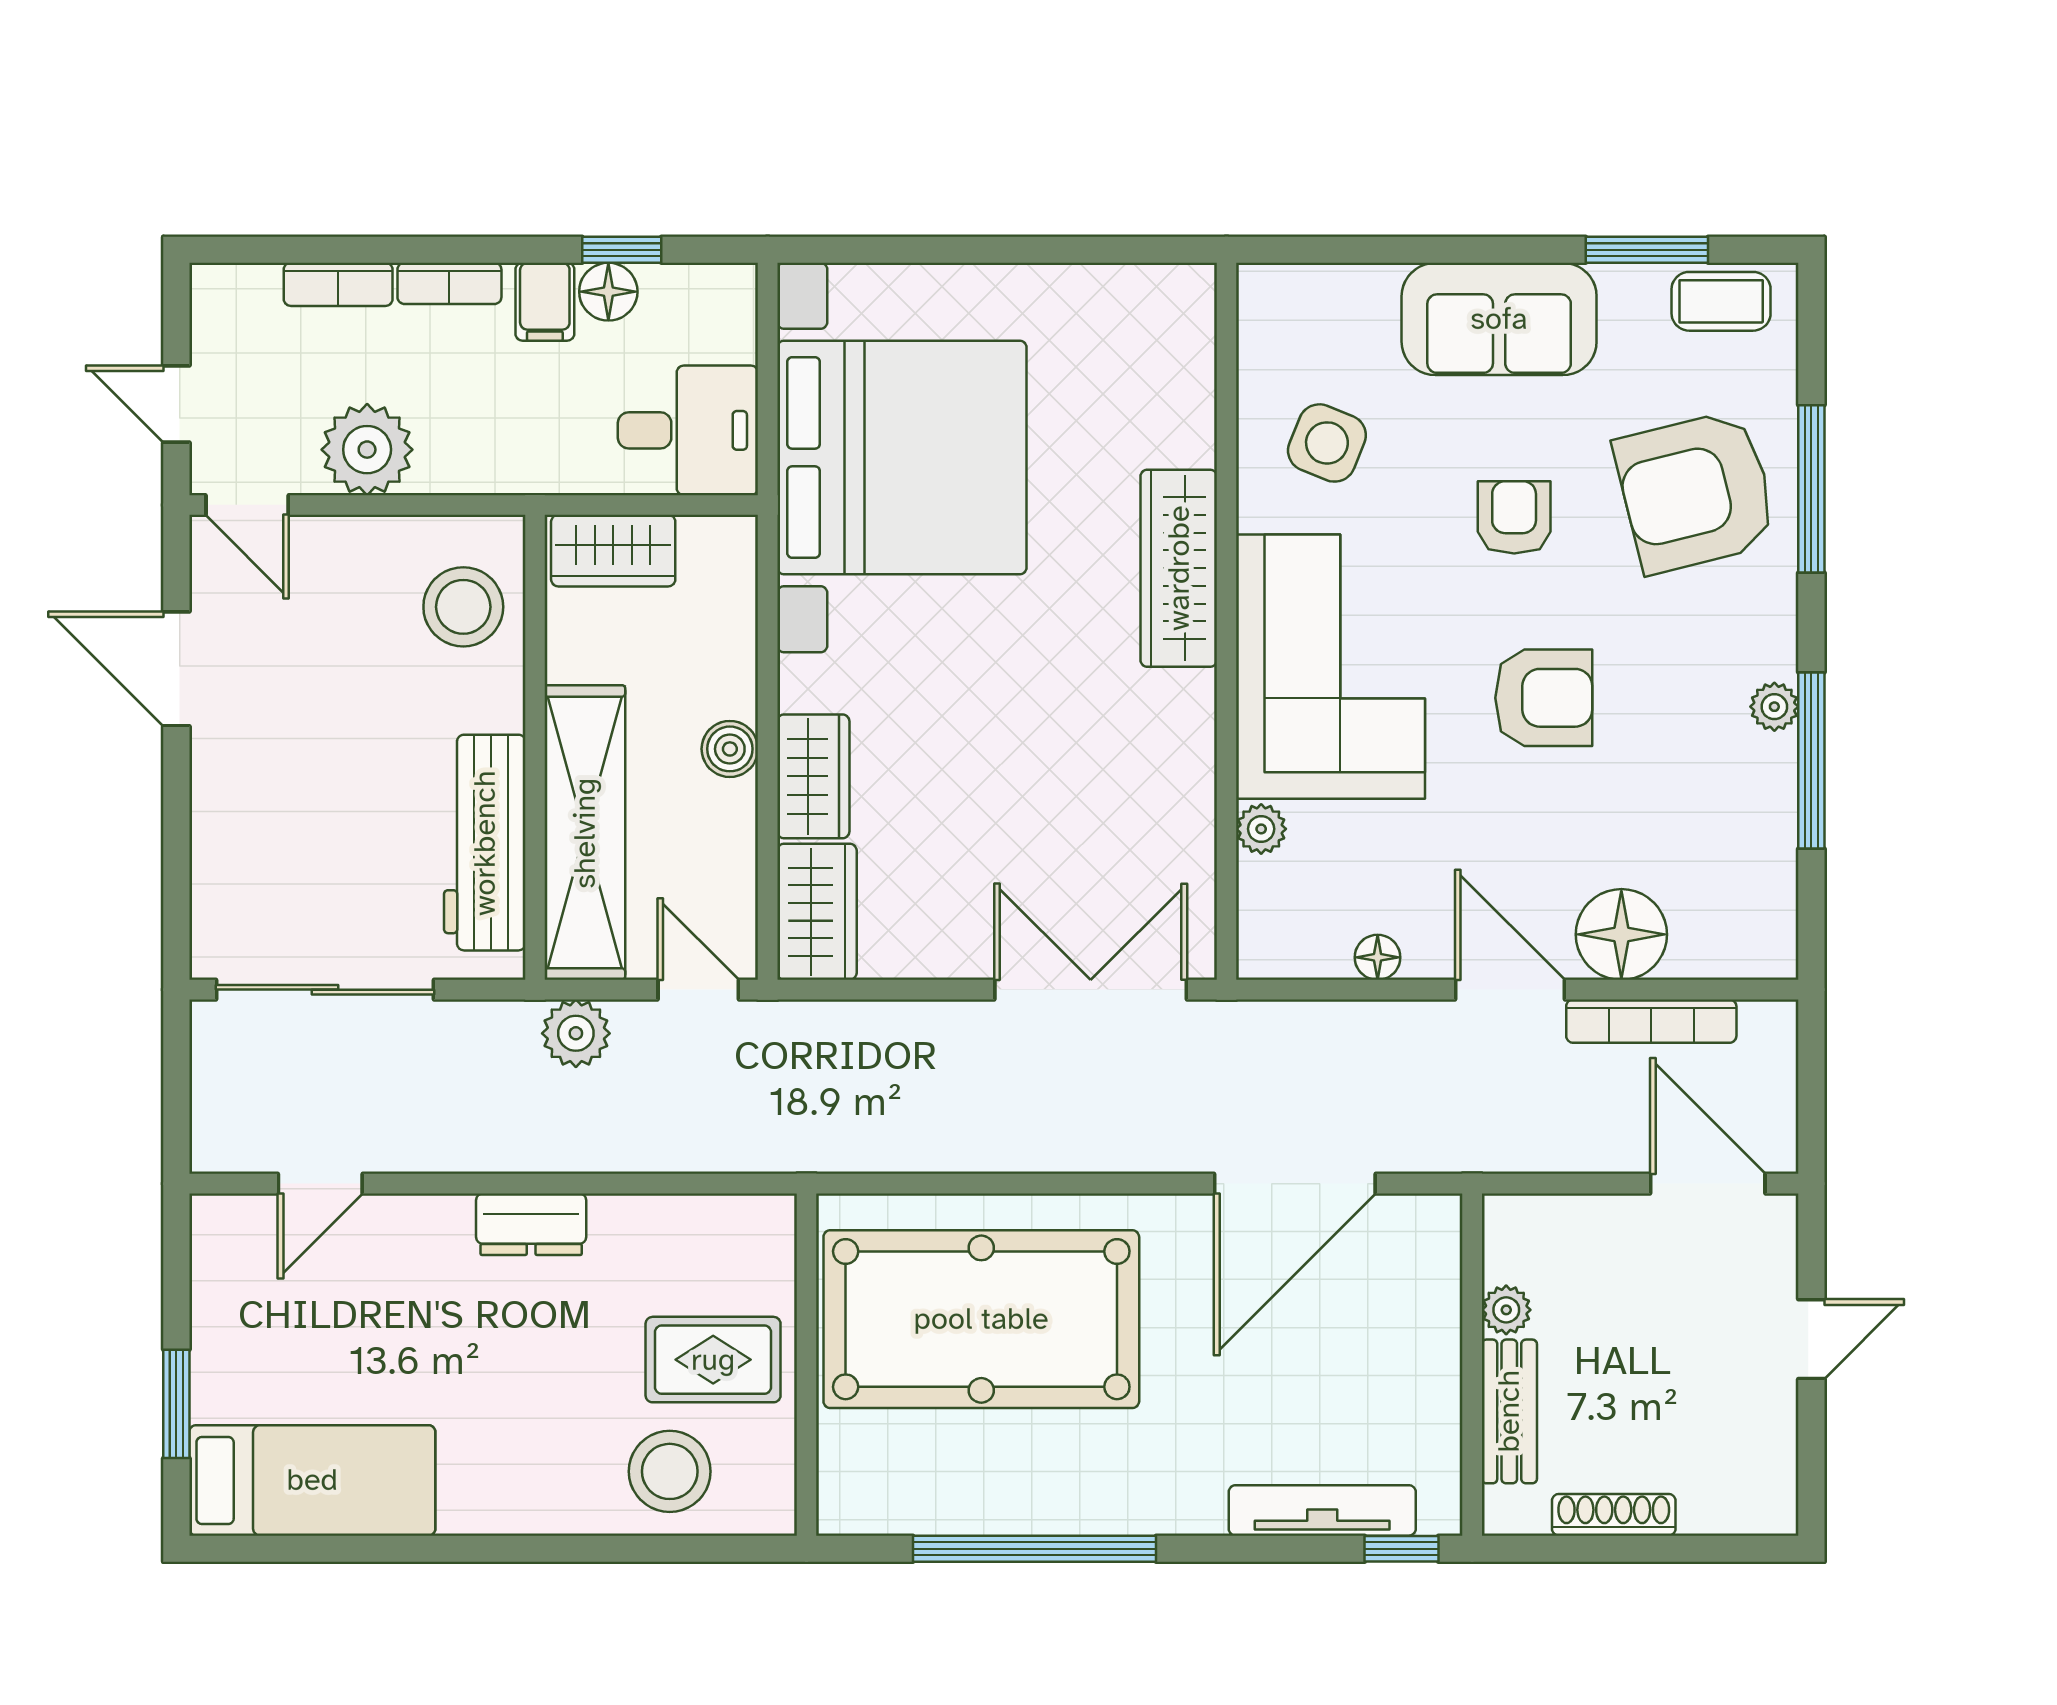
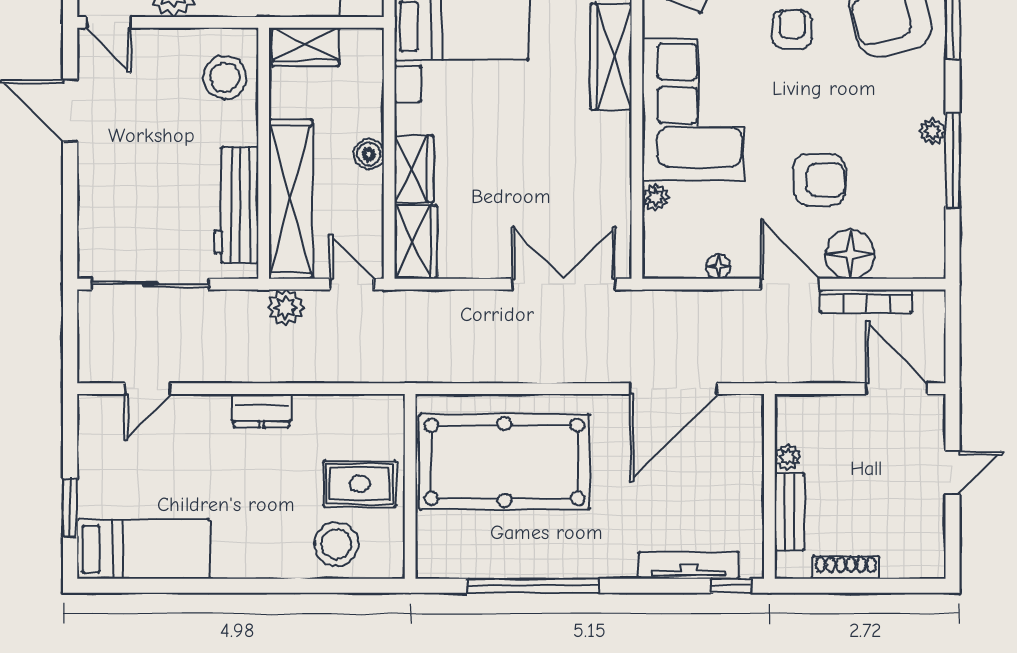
armchair: (1544, 698) -> (819, 180), moved

